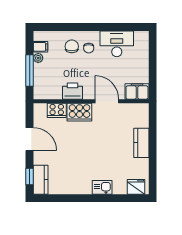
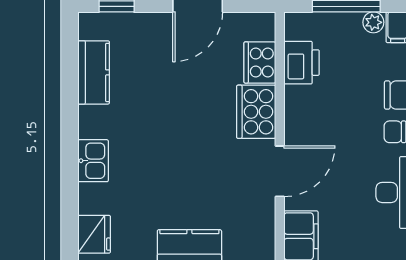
printer: (73, 91) -> (302, 63), moved
kitchen counter: (41, 180) -> (94, 72), moved, turned -90

